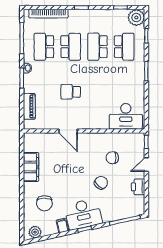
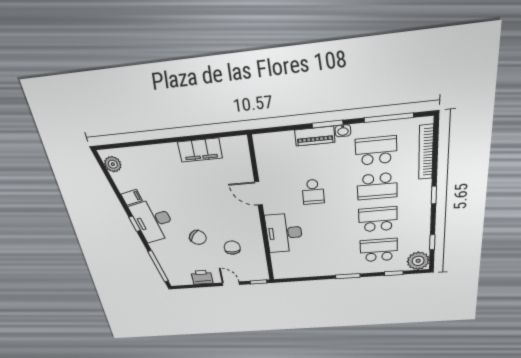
school desk: (124, 47) -> (379, 250), turned 180
school desk: (71, 92) -> (313, 192), turned 180
piano: (29, 106) -> (315, 136), moved
desk: (126, 116) -> (284, 233), moved
door: (68, 131) -> (258, 193), hinge flipped
chair: (44, 203) -> (155, 172), removed

